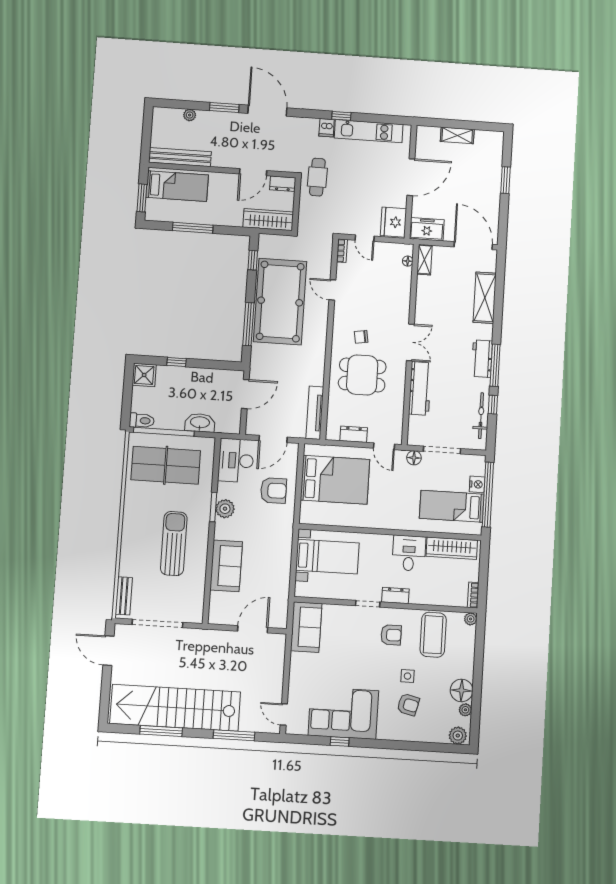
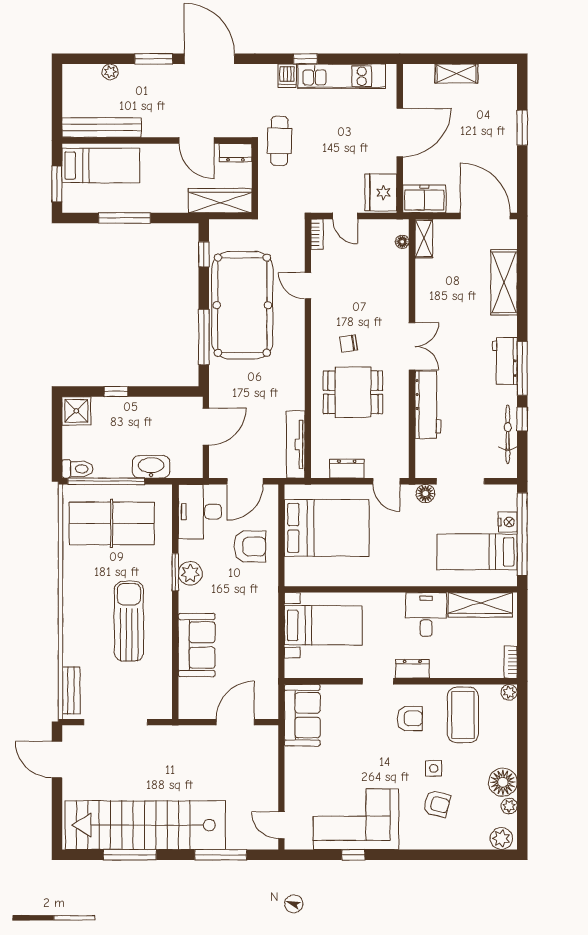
door: (253, 172) -> (196, 140), hinge flipped

